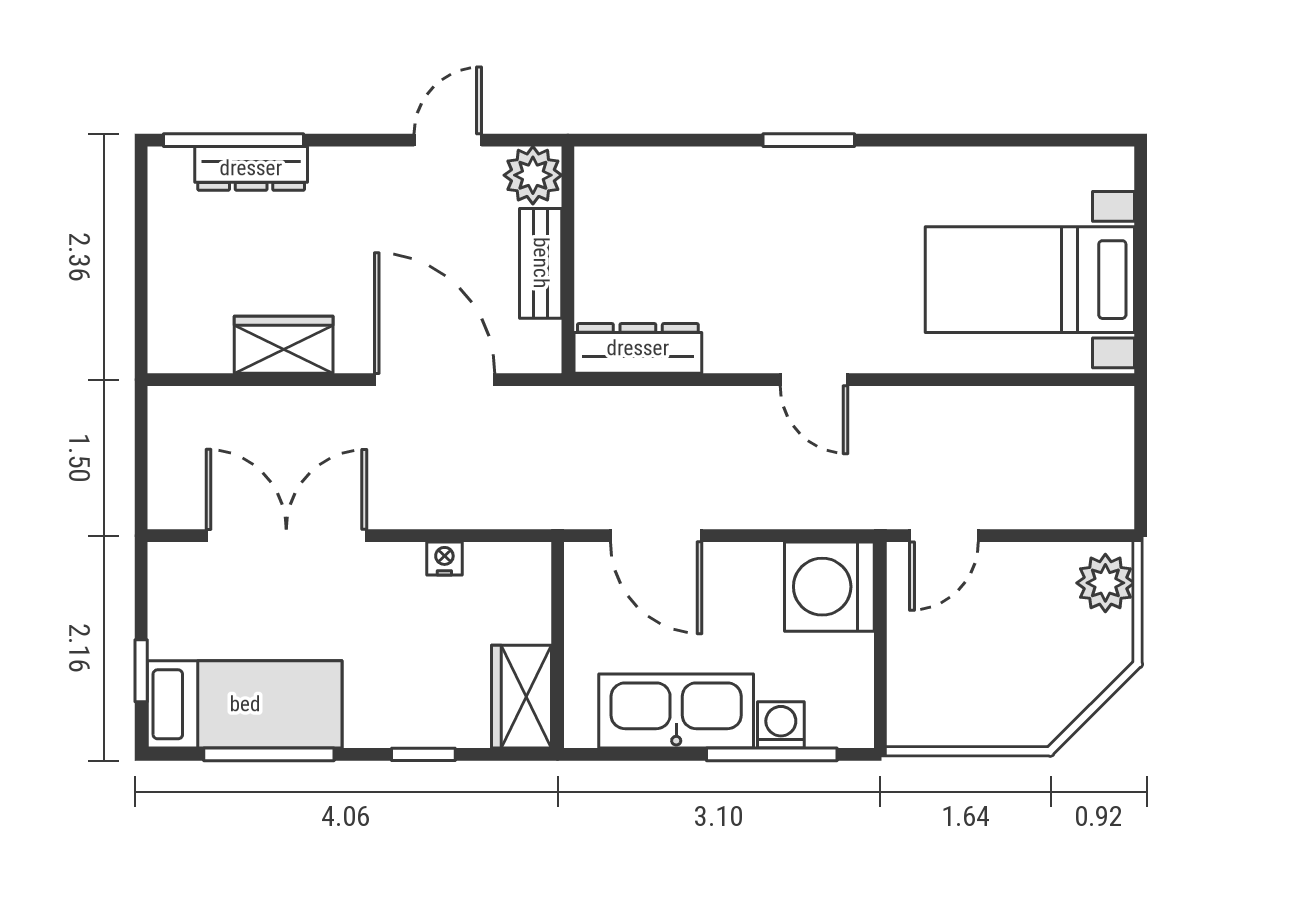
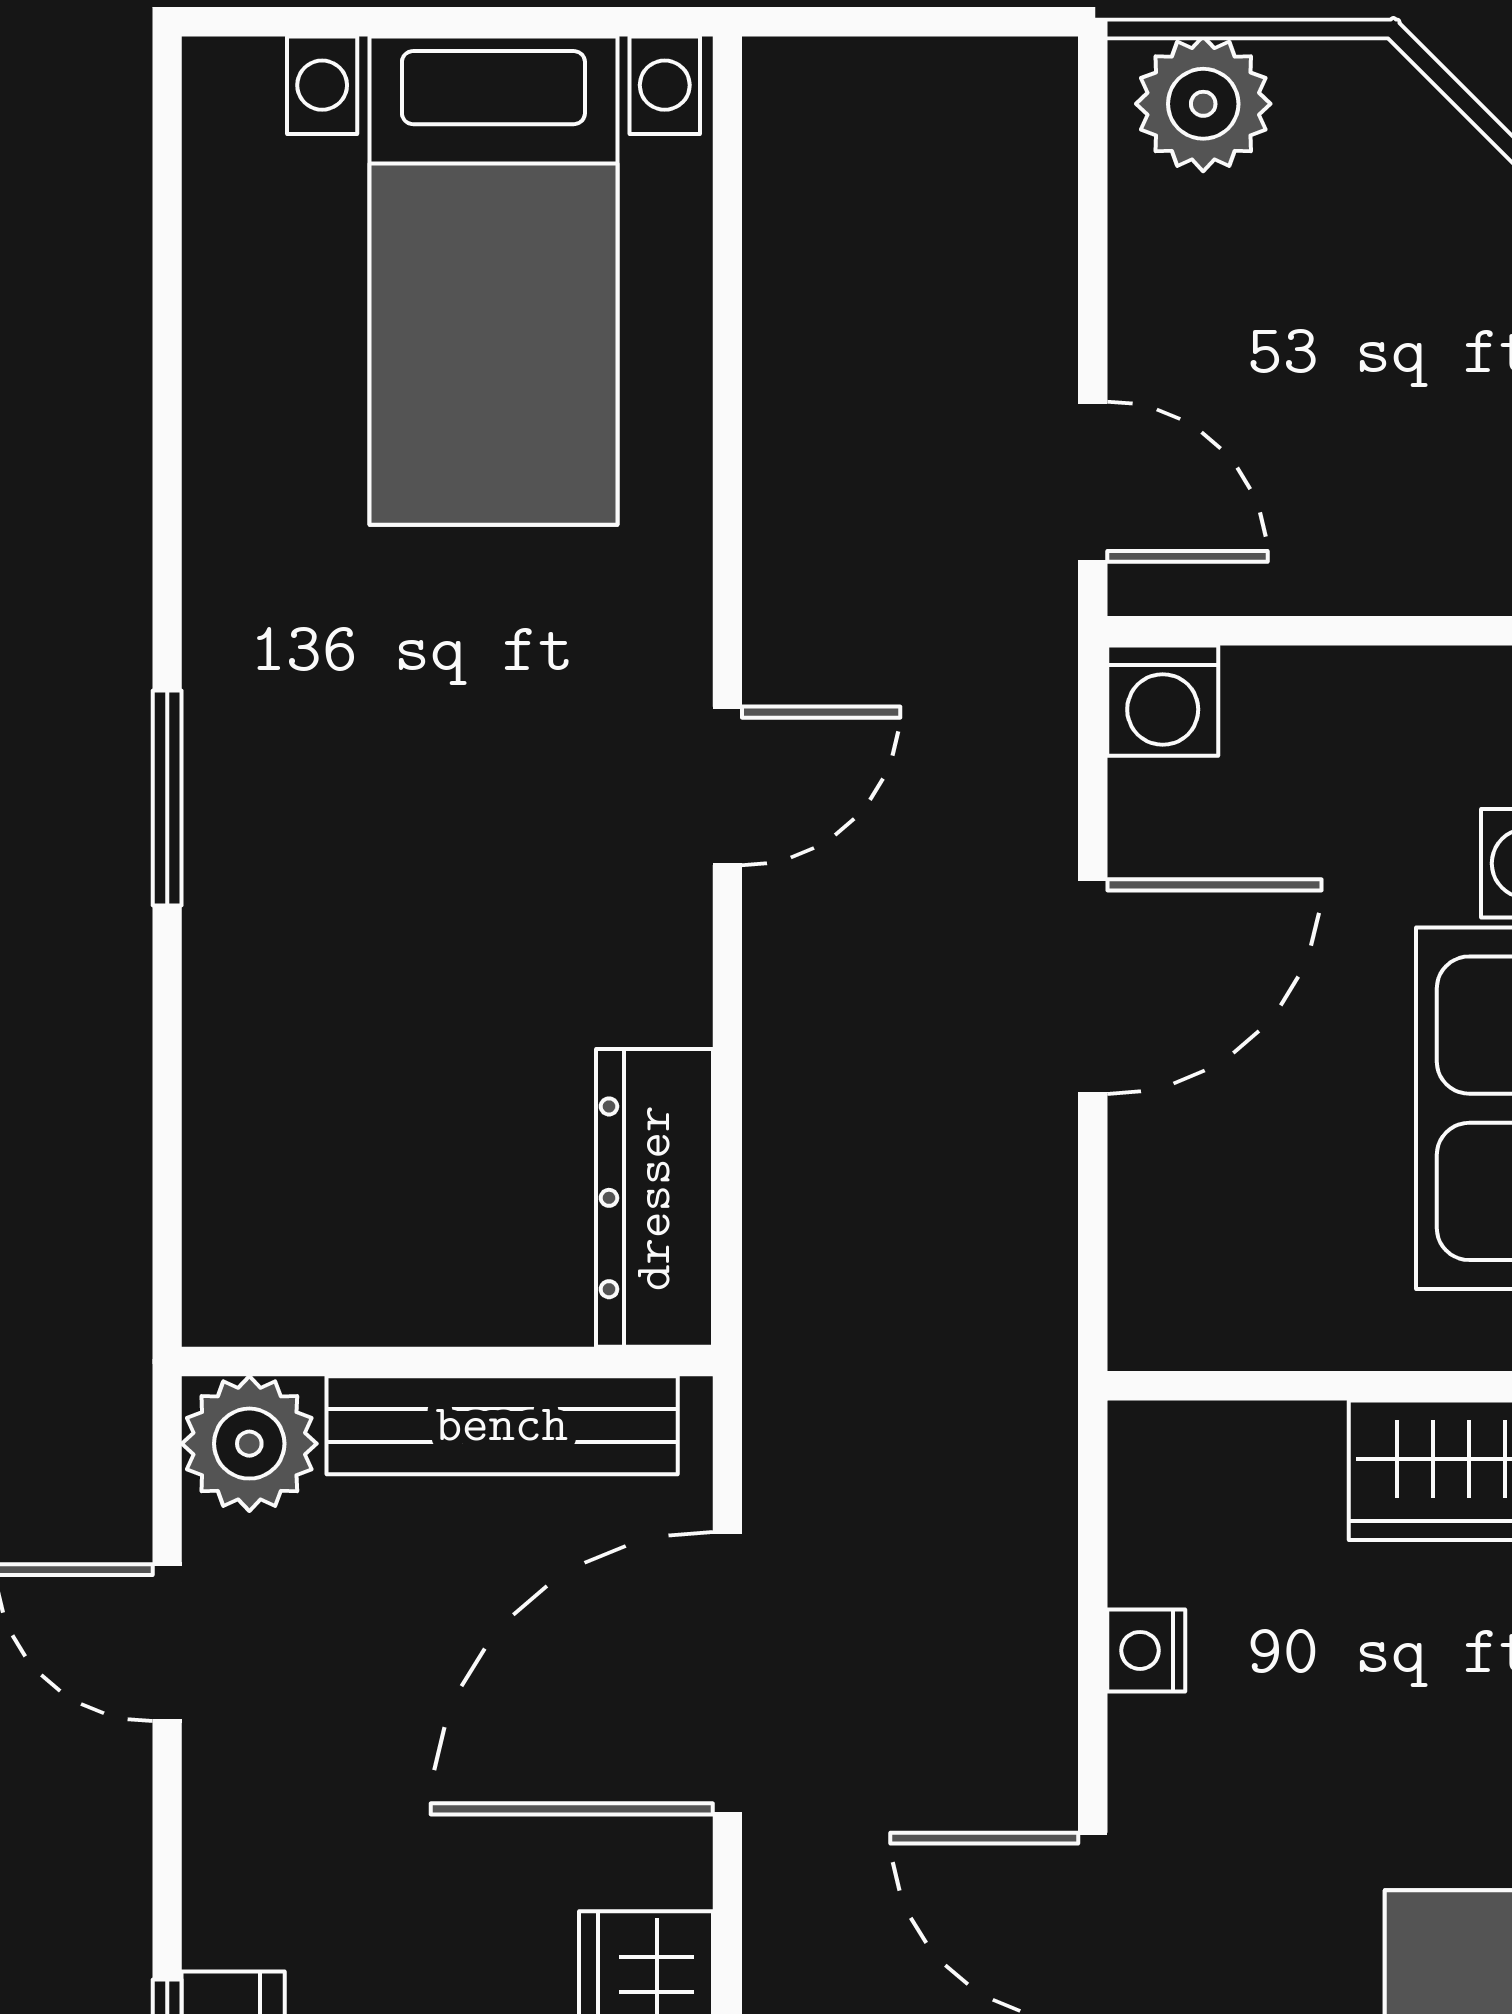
bench: (541, 263) -> (502, 1425), width x1.36
door: (656, 536) -> (1093, 987), moved
washing machine: (829, 587) -> (1163, 701), width x0.53, depth x0.53

